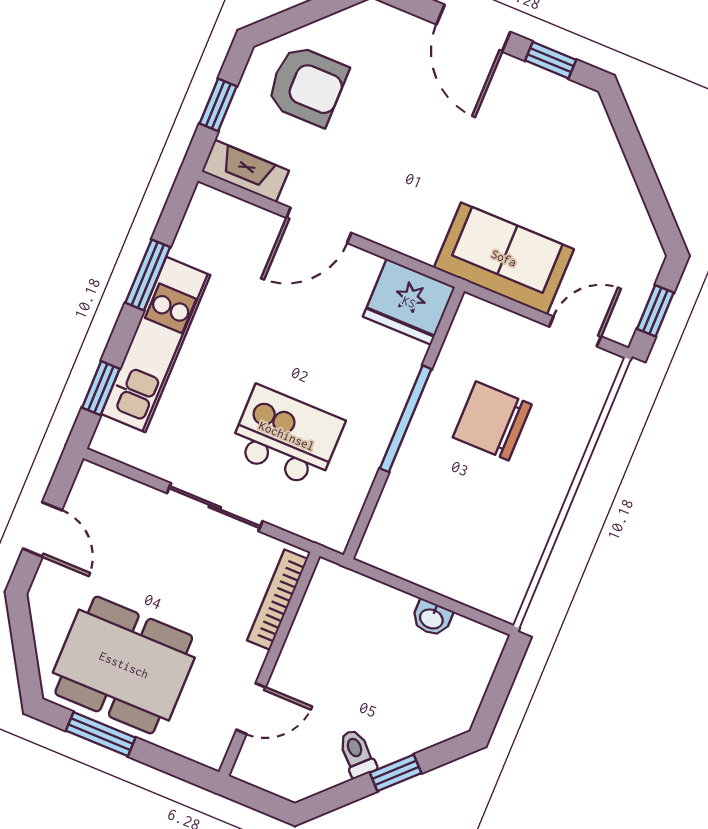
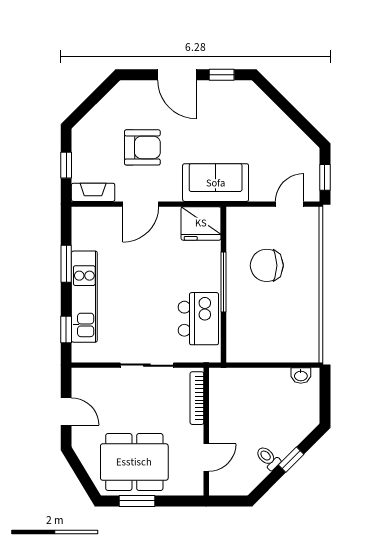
armchair: (307, 86) -> (142, 147), moved
sofa: (504, 258) -> (216, 183), moved
kitchen island: (287, 436) -> (198, 319), moved, turned 90
washbasin: (432, 618) -> (301, 376), moved

